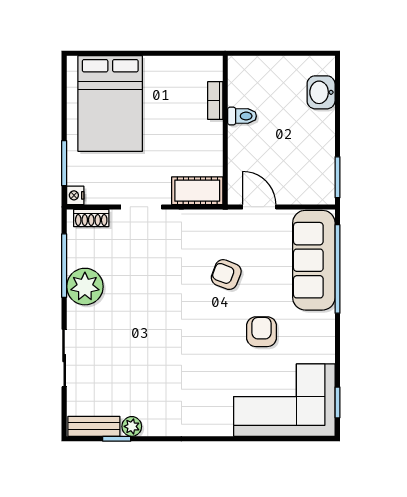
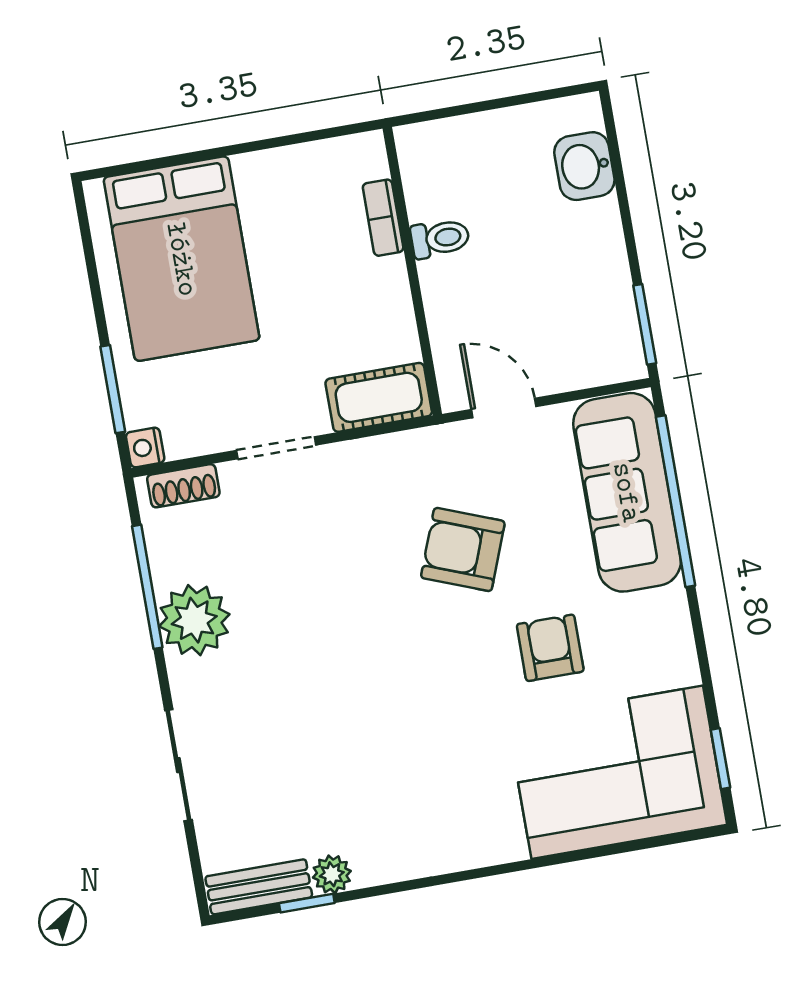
armchair: (226, 275) -> (463, 549), width x1.38, depth x1.38

